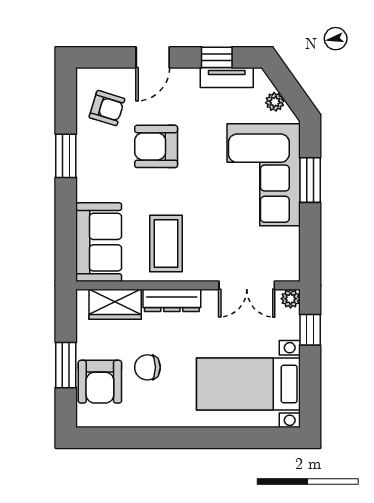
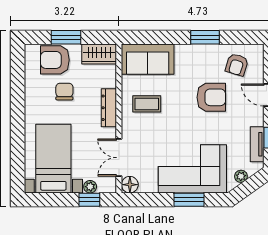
armchair: (156, 146) -> (211, 97), turned 90
coffee table: (166, 243) -> (147, 104), width x0.73, depth x0.77
floor lamp: (288, 269) -> (130, 185), added
plant: (291, 299) -> (90, 187), moved
wardrobe: (115, 304) -> (99, 54), moved, turned -90

